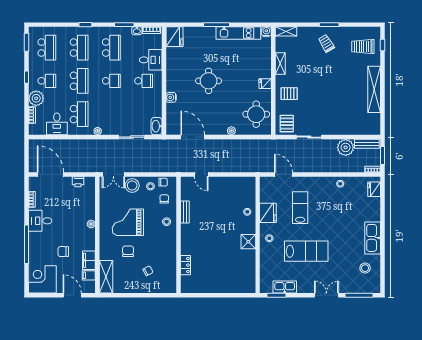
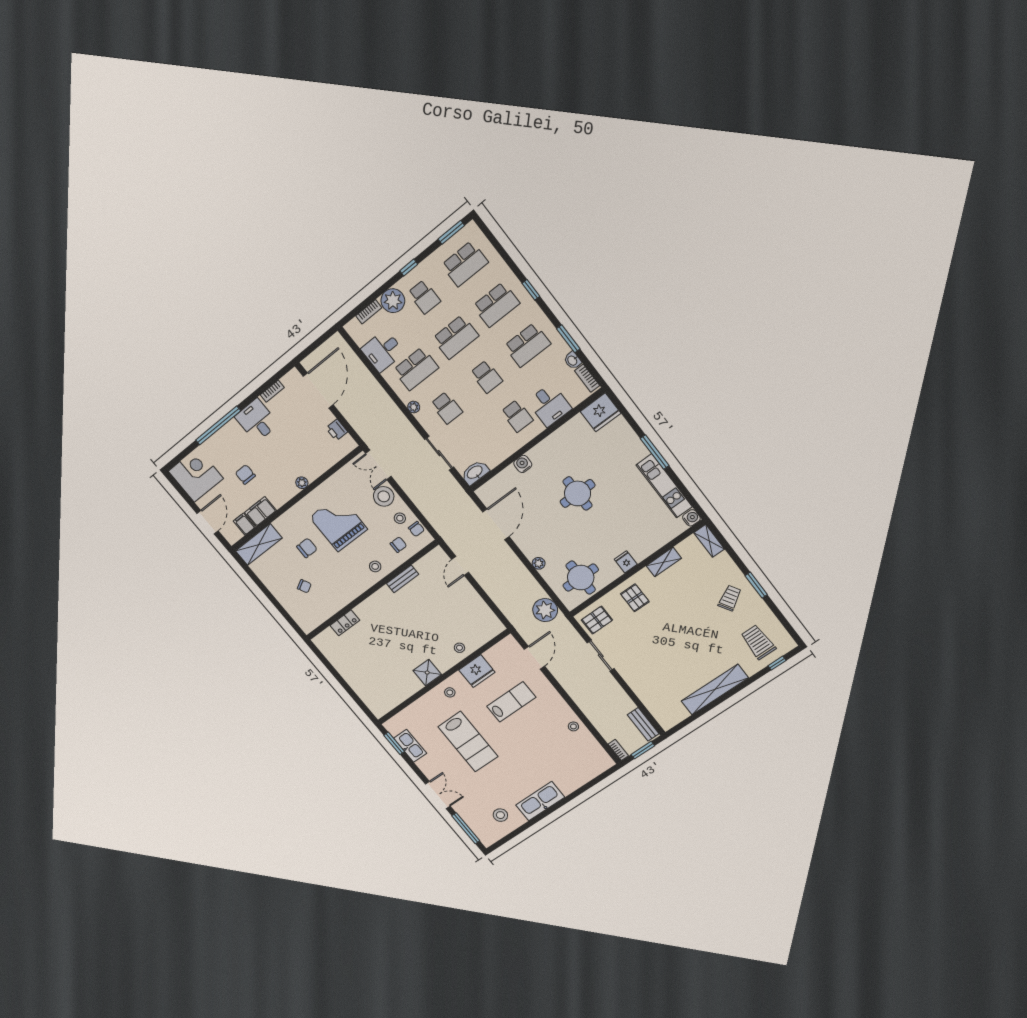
school desk: (111, 114) -> (447, 408), added
plant: (346, 147) -> (545, 610), moved
fridge: (374, 189) -> (596, 767), removed

